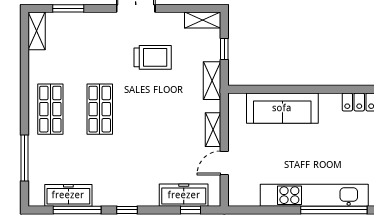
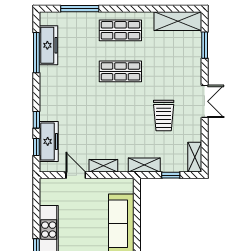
shelving: (37, 31) -> (178, 21), width x1.50, depth x1.33
window: (127, 210) -> (36, 120), moved

